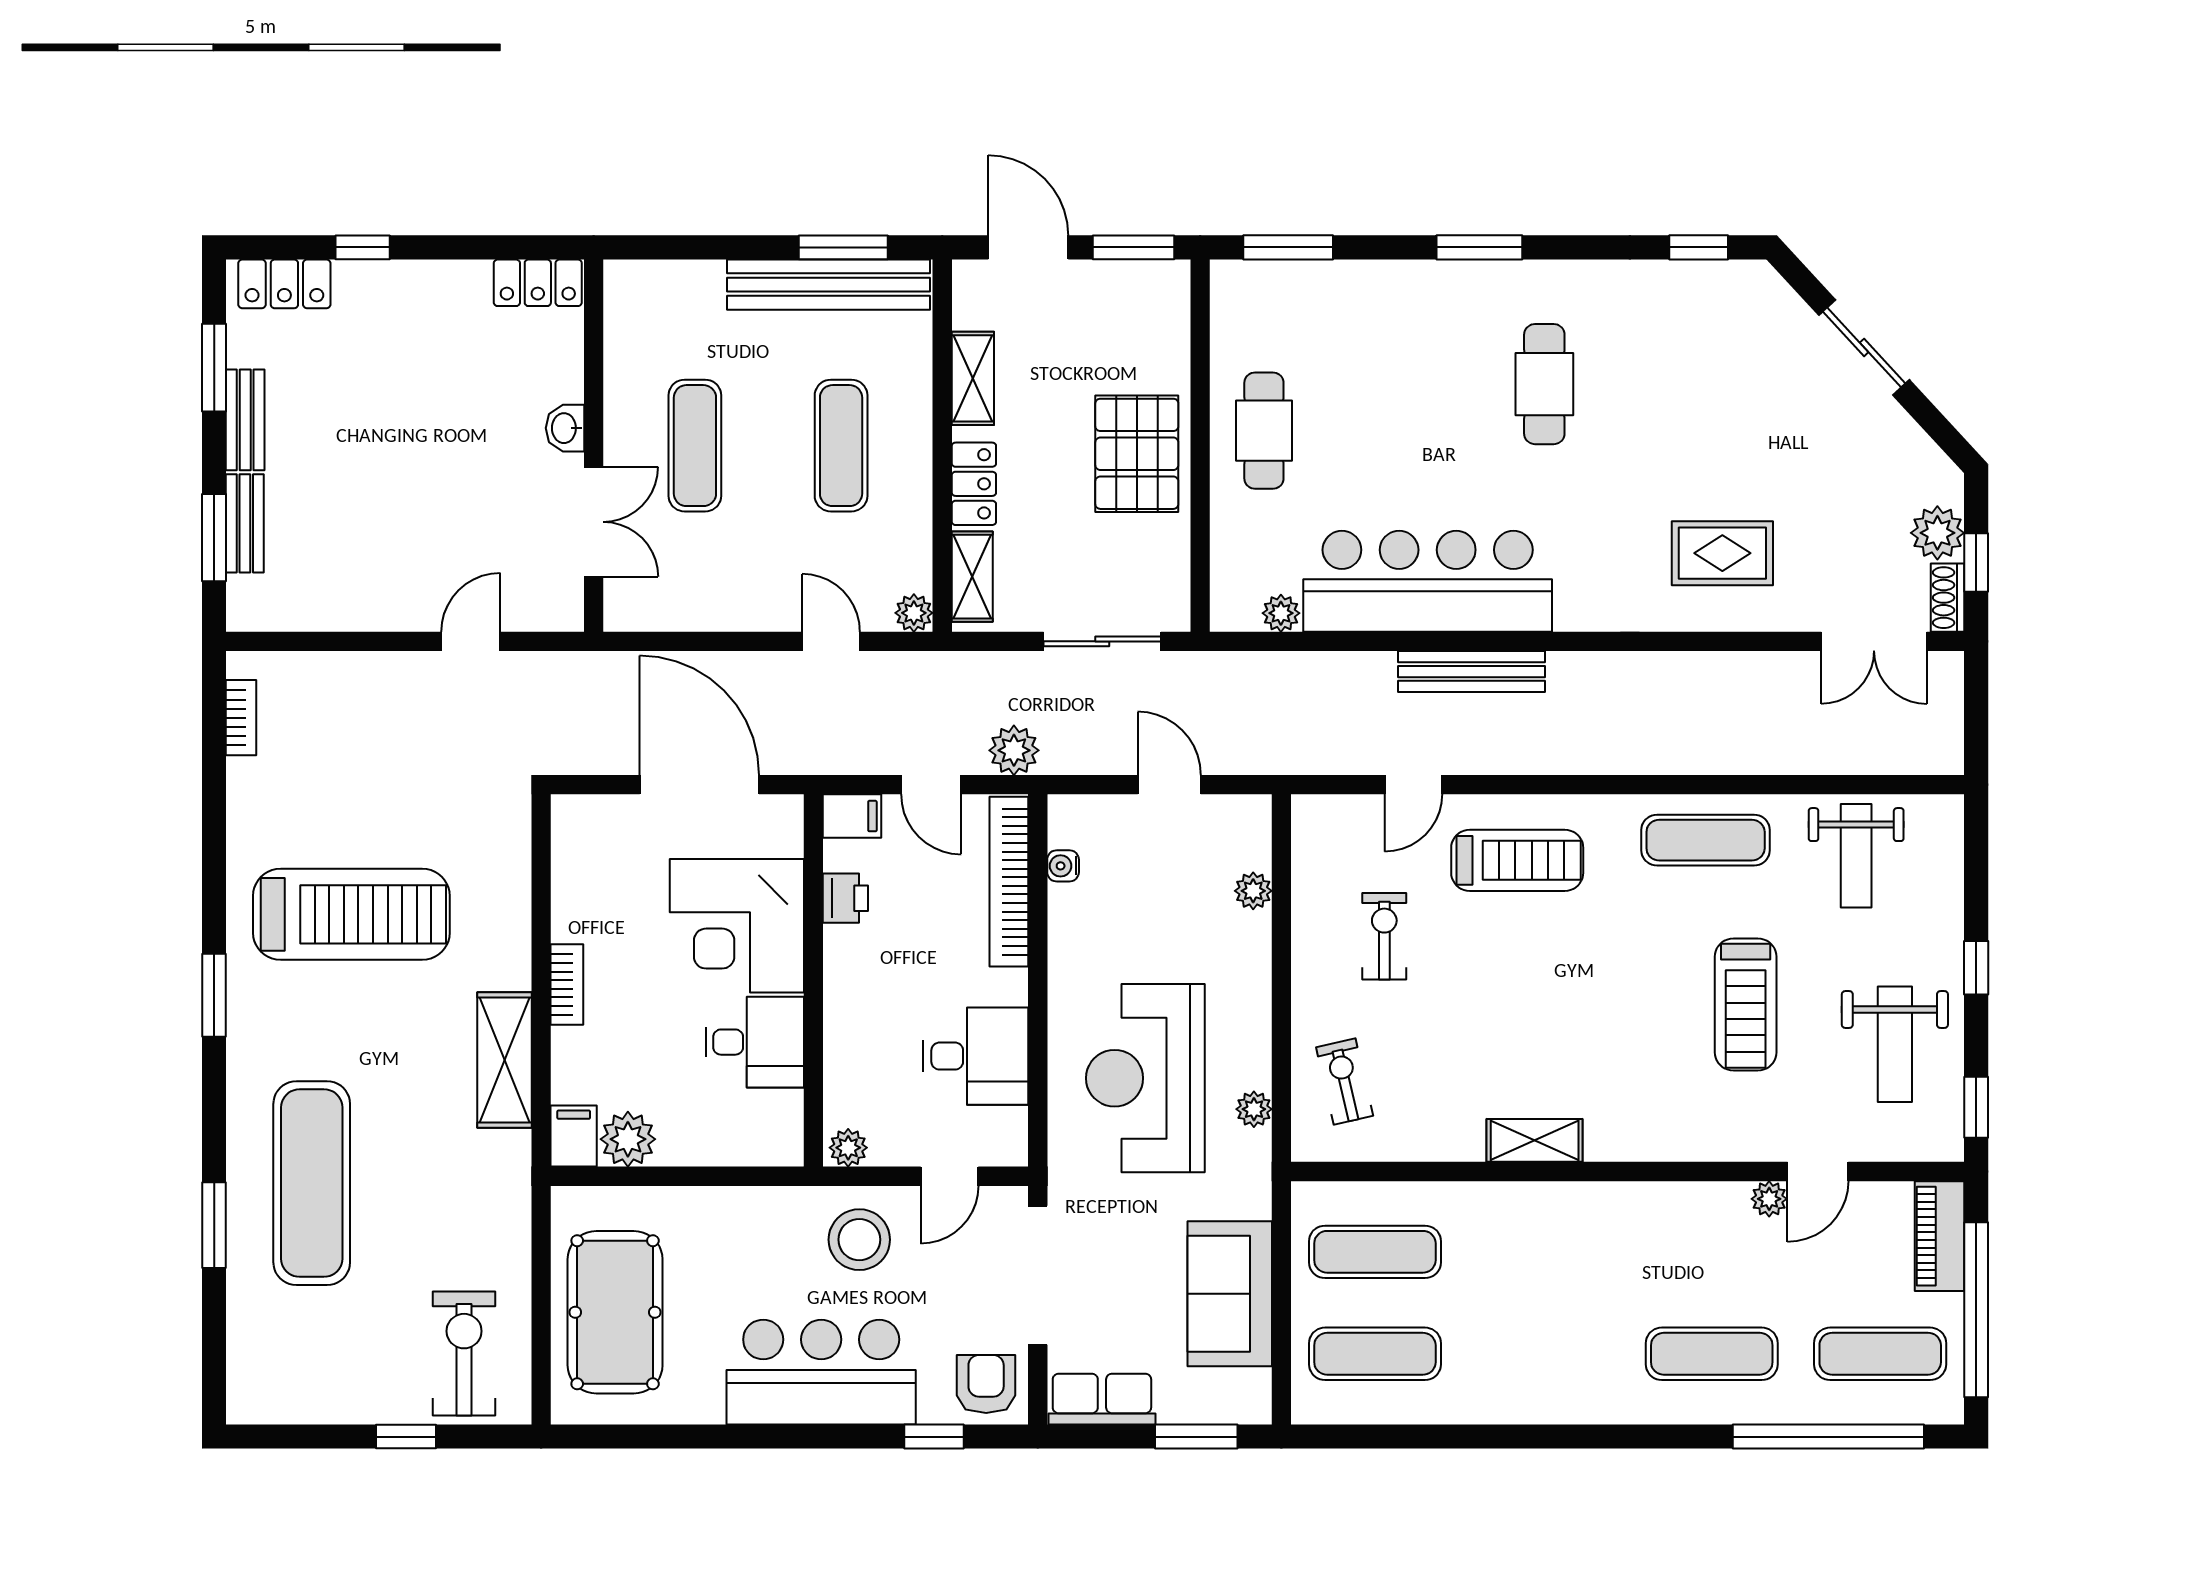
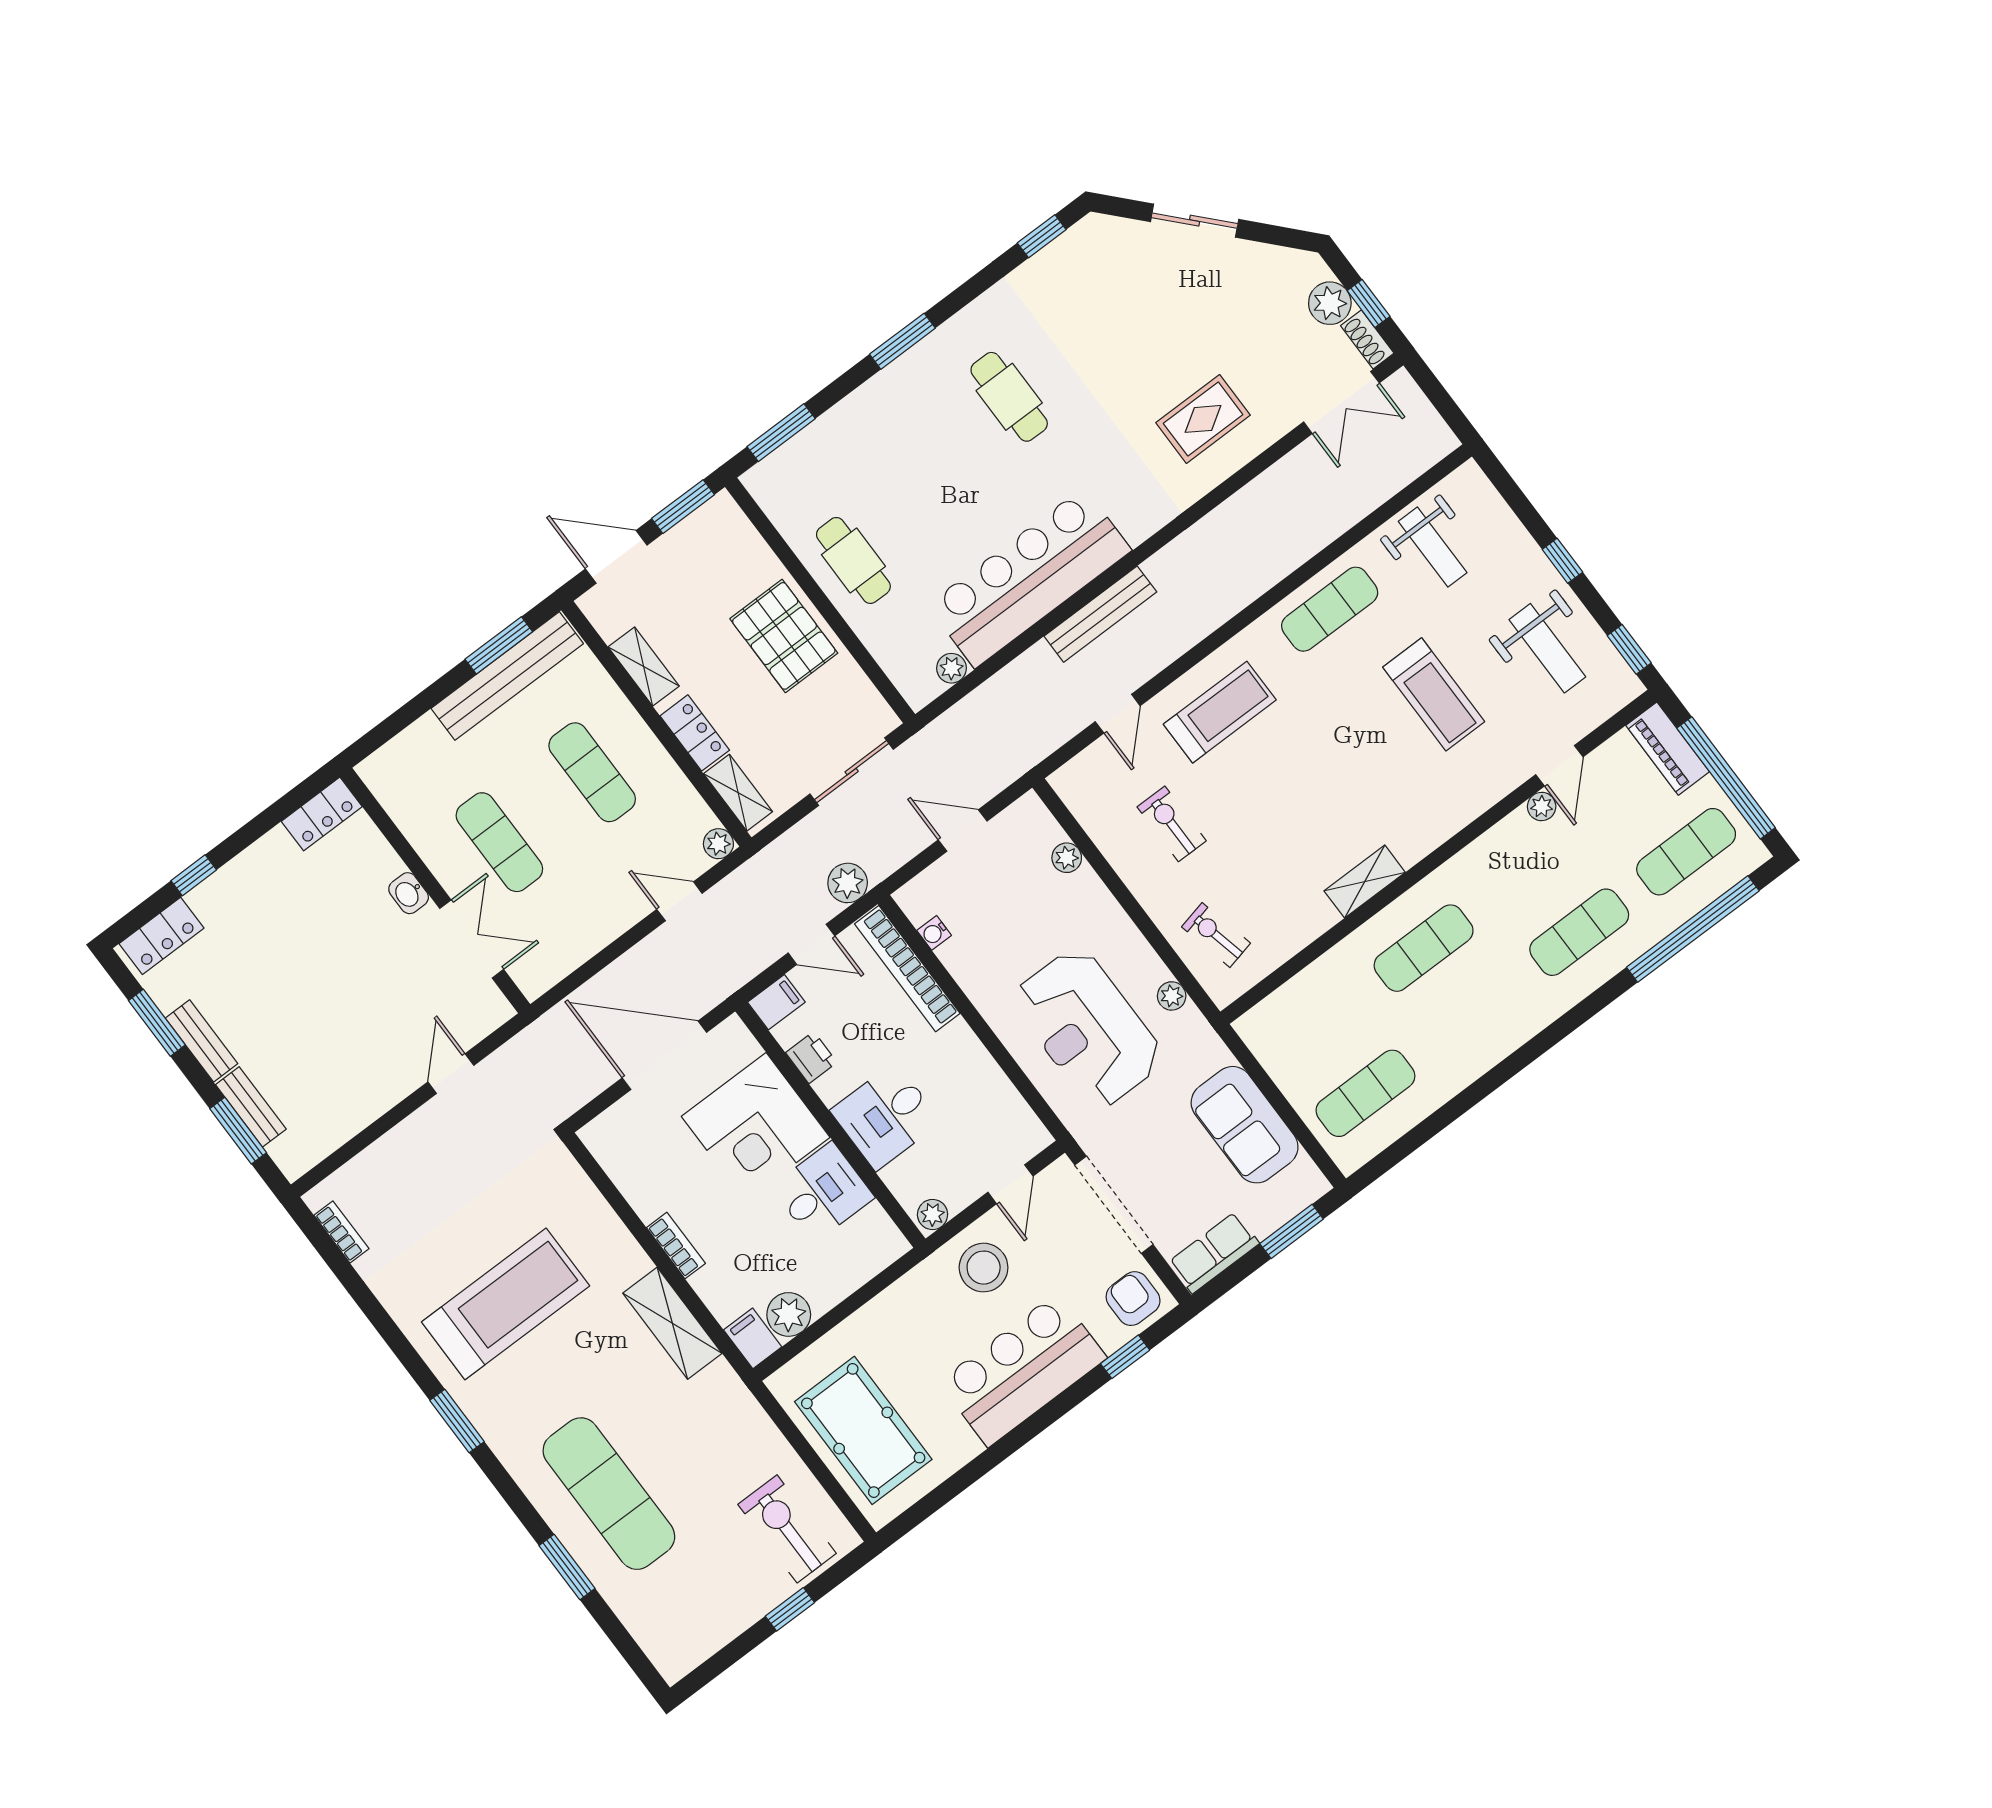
desk: (976, 1056) -> (886, 1116), moved, turned 180
exercise mat: (1375, 1252) -> (1424, 948), moved

